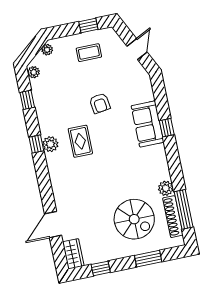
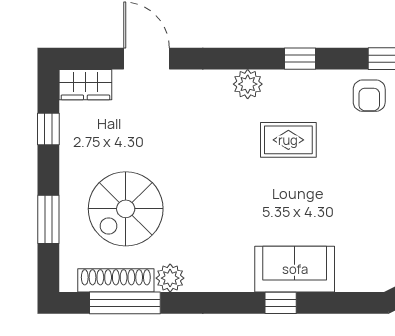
armchair: (100, 103) -> (369, 96), moved, turned -82
plant: (50, 144) -> (248, 84), moved

